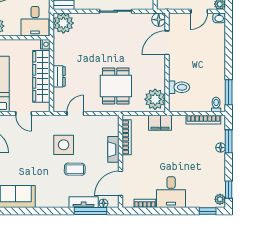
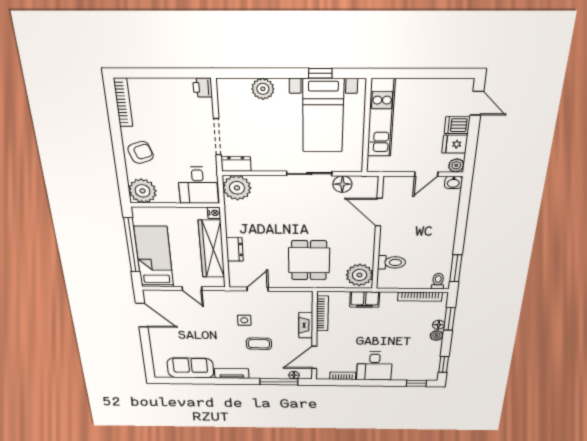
floor lamp: (159, 20) -> (342, 184), moved
door: (167, 43) -> (379, 212), hinge flipped
side table: (64, 145) -> (244, 320), width x0.54, depth x0.54
plant: (220, 199) -> (437, 336), moved
tv unit: (84, 202) -> (232, 373), moved

